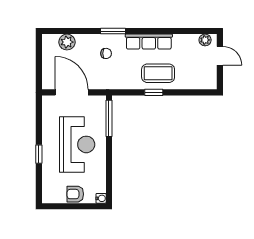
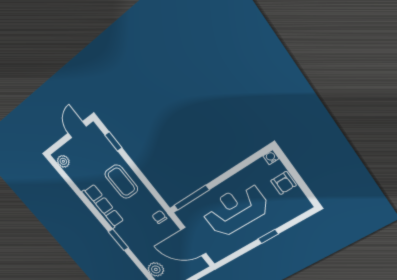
chair: (106, 53) -> (159, 217), moved
door: (220, 56) -> (77, 130), moved
door: (72, 92) -> (193, 242), hinge flipped
window: (154, 92) -> (113, 141), moved

